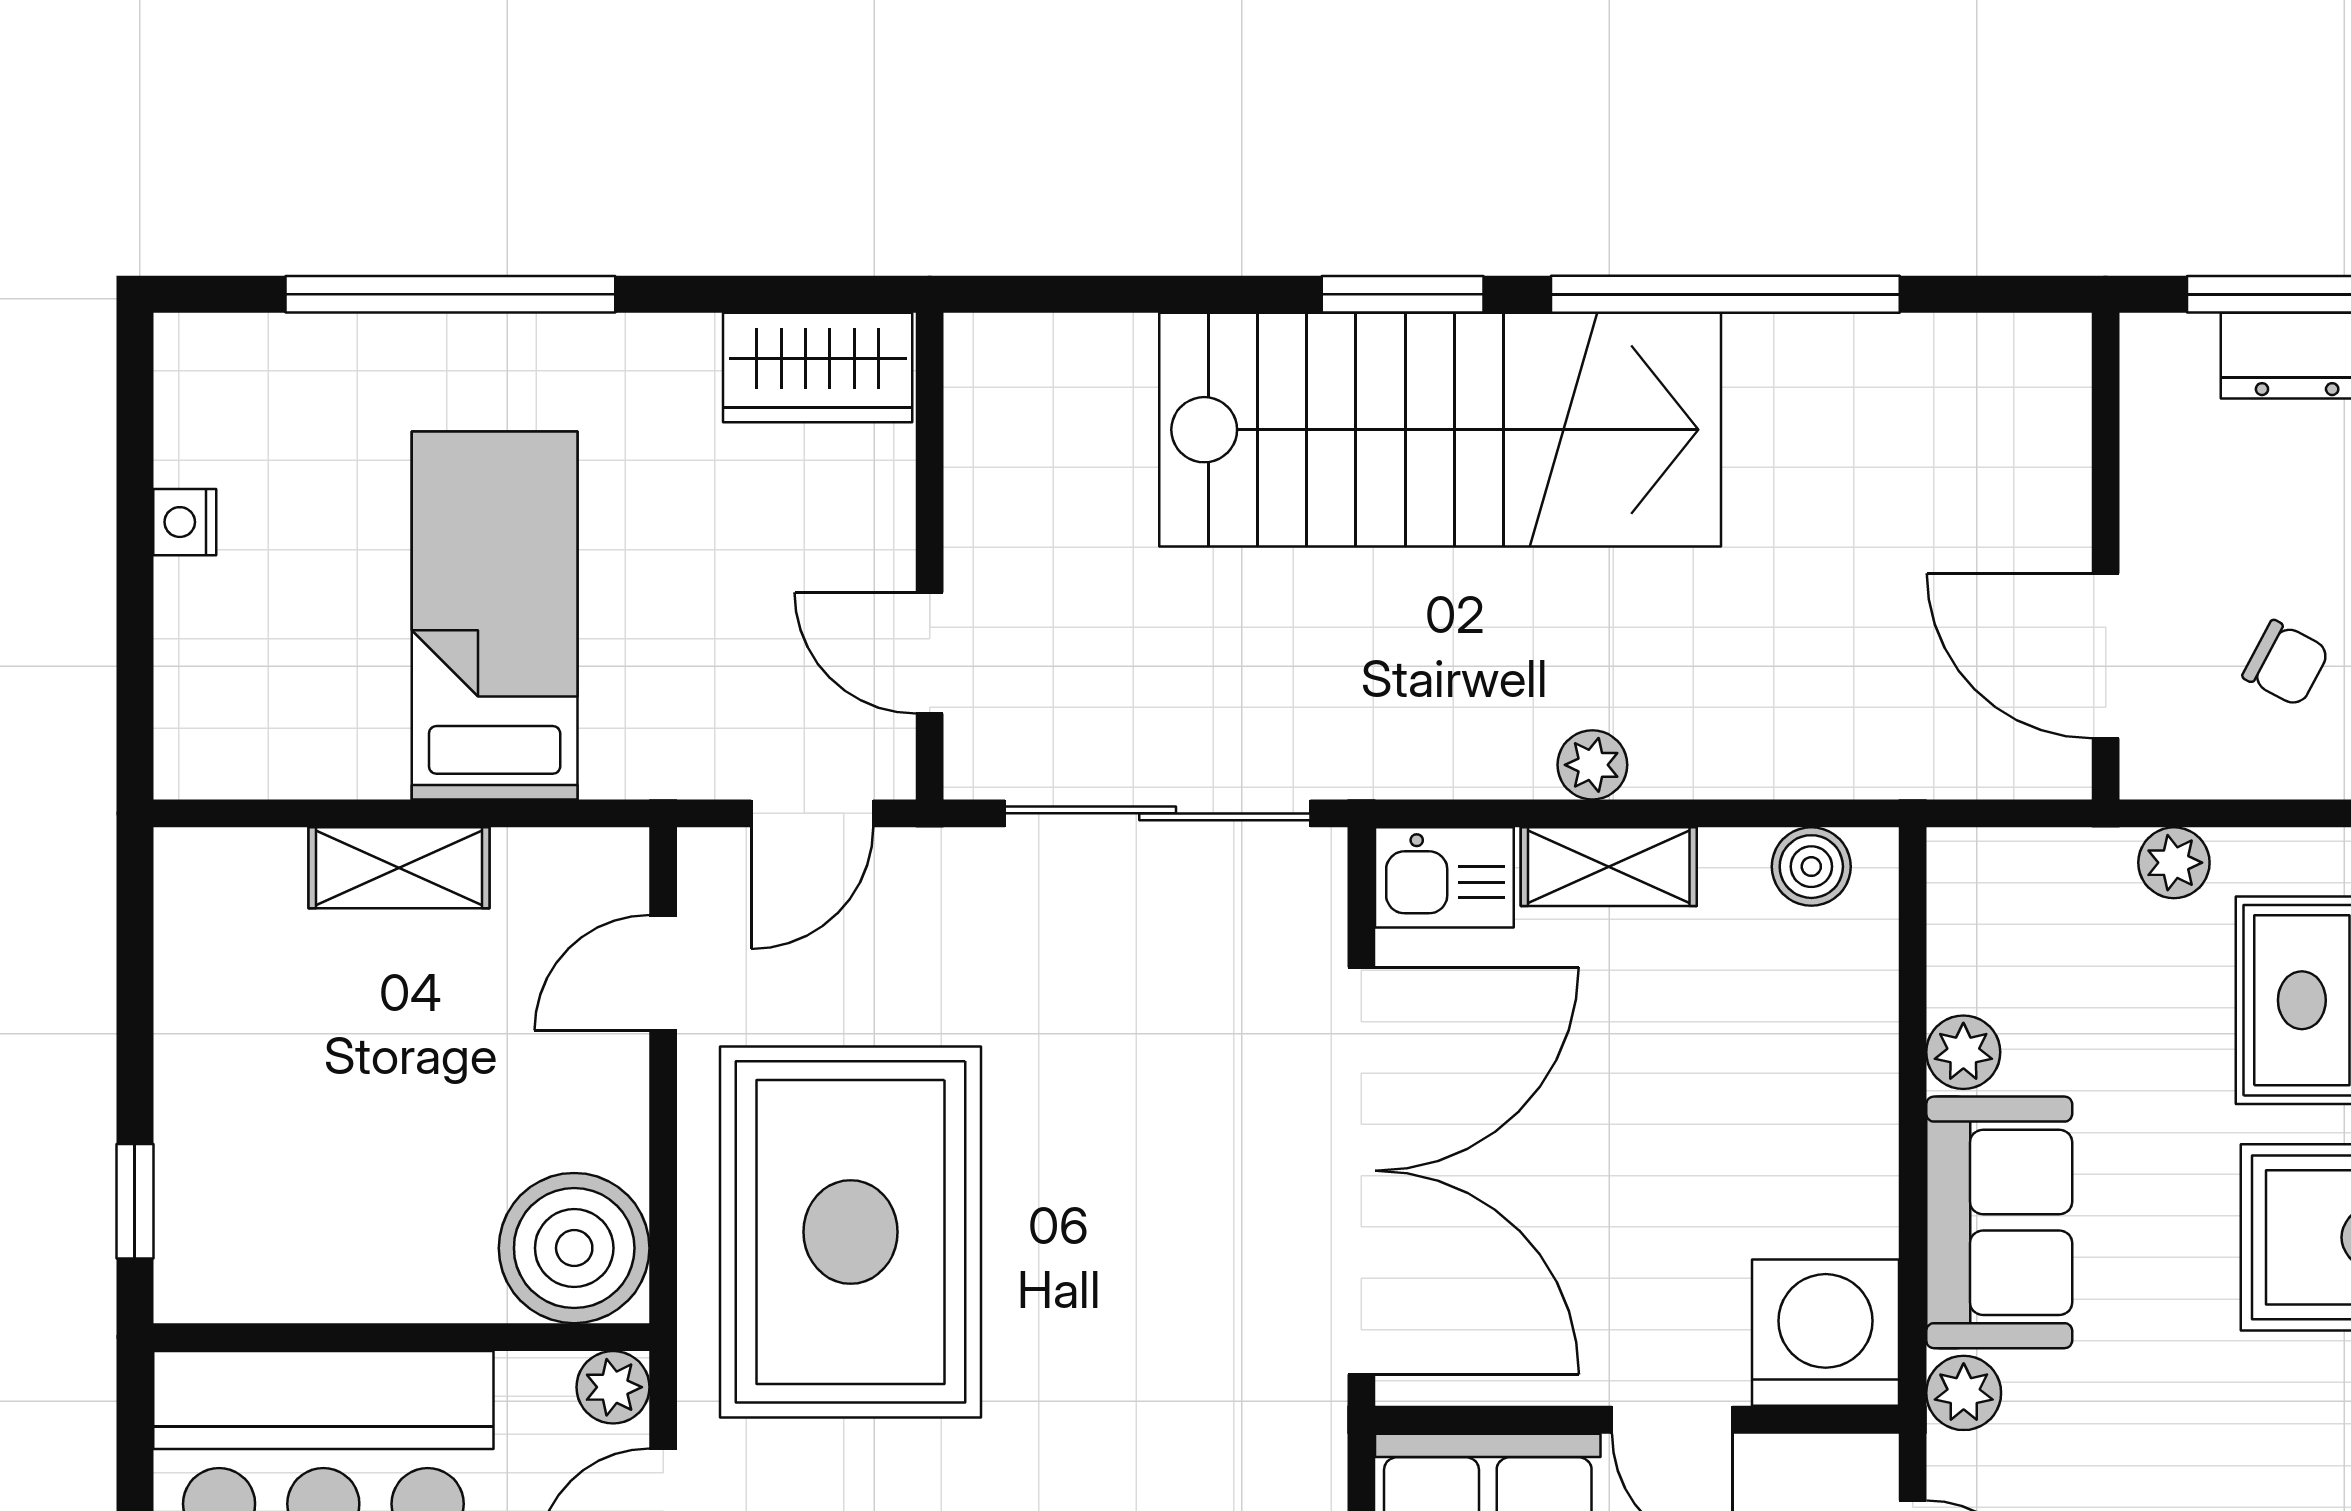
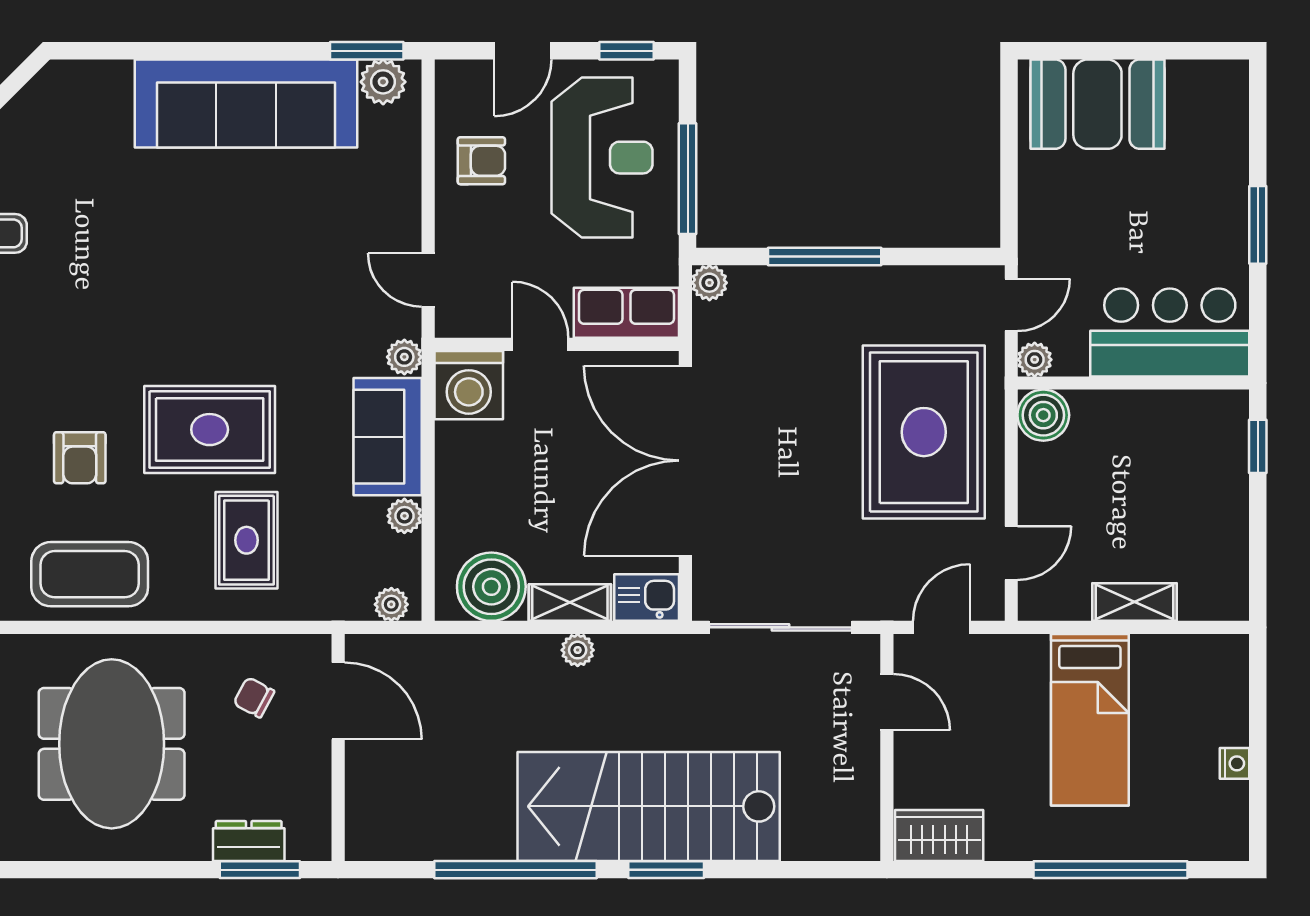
plant: (2174, 863) -> (391, 604), moved
boiler: (1811, 867) -> (491, 587), width x1.86, depth x1.86
boiler: (574, 1248) -> (1043, 415), width x0.73, depth x0.73

